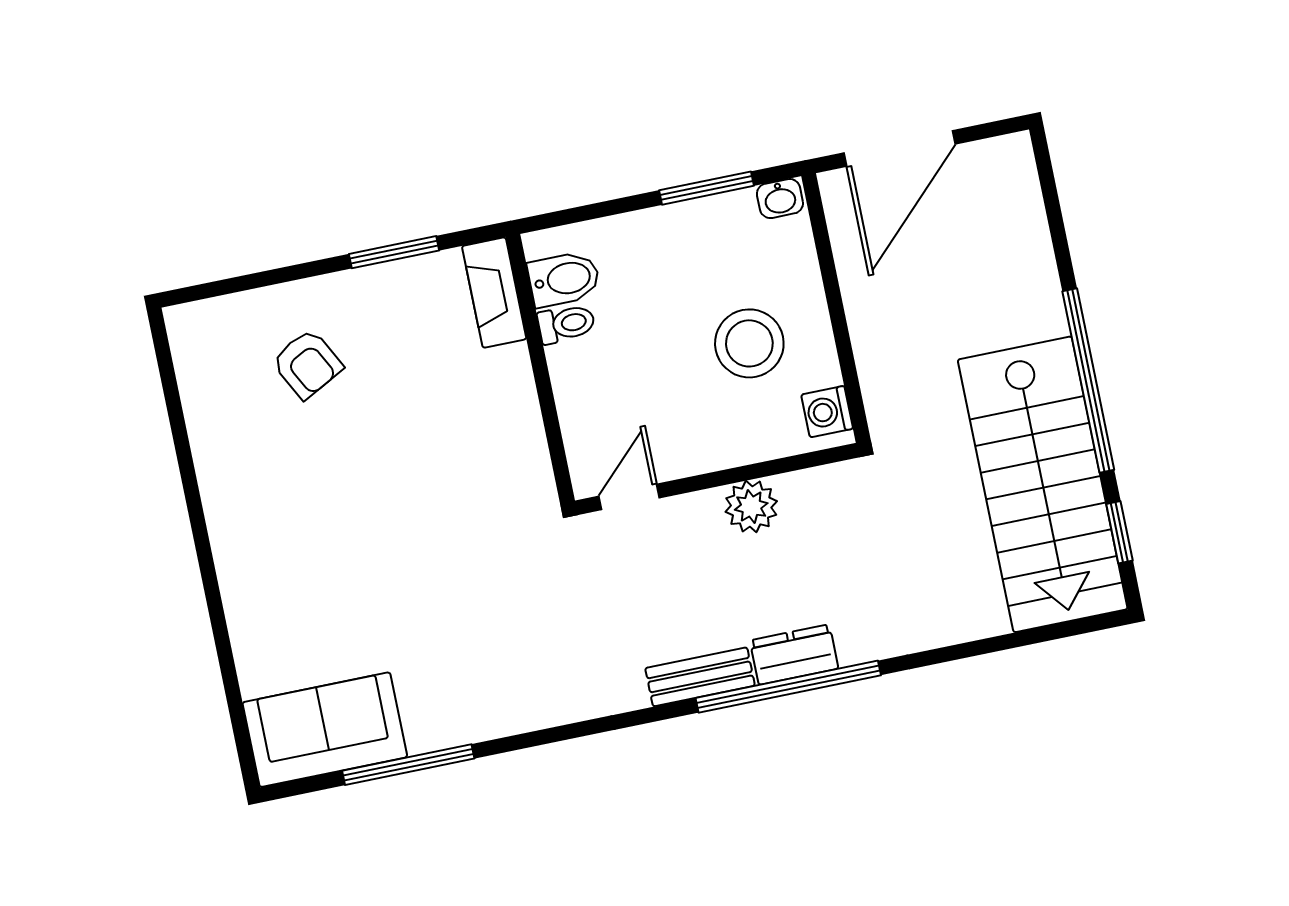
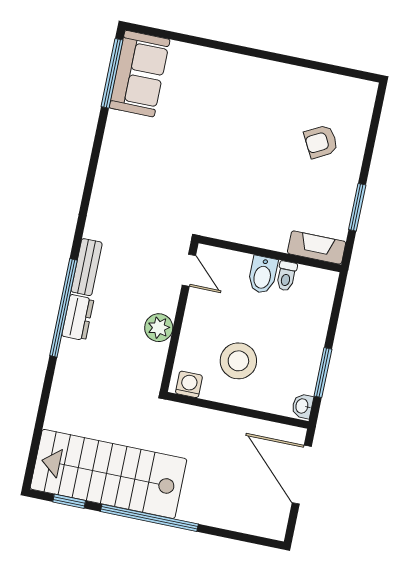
bidet: (564, 279) -> (263, 275), moved
window: (408, 765) -> (112, 73), moved

